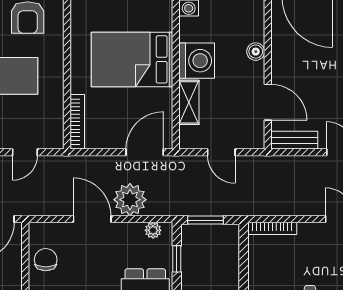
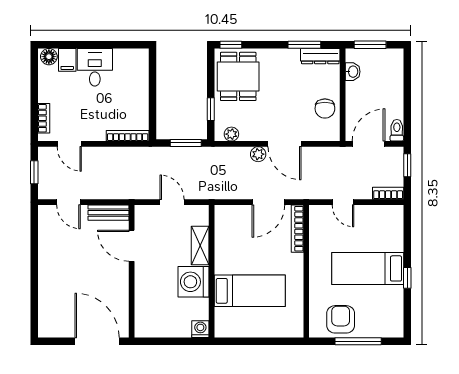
boiler: (256, 52) -> (142, 290), removed
bed: (132, 59) -> (250, 291), width x0.67
door: (25, 152) -> (343, 202), swing flipped
door: (145, 152) -> (268, 202), moved
plant: (130, 200) -> (258, 154), width x0.53, depth x0.53

